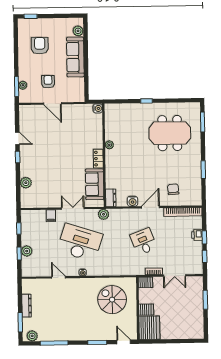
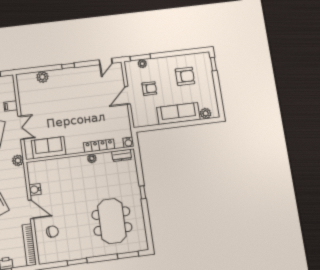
door: (17, 138) -> (106, 62), moved
locker: (98, 159) -> (99, 146), moved, width x1.53
dresser: (111, 198) -> (122, 155), moved

